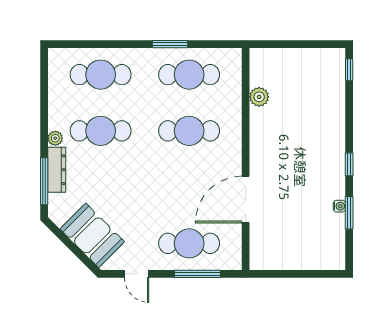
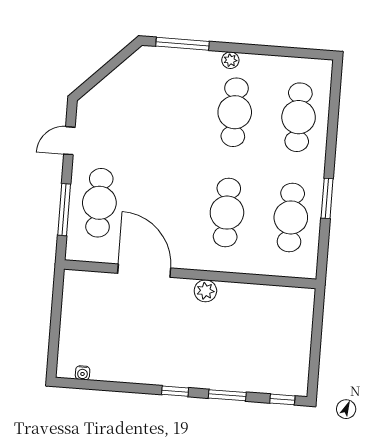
plant: (259, 97) -> (205, 291), moved
dresser: (57, 170) -> (194, 59), removed
water cooler: (339, 206) -> (83, 373), moved
window: (349, 213) -> (227, 395), moved
booth: (92, 235) -> (117, 94), removed

